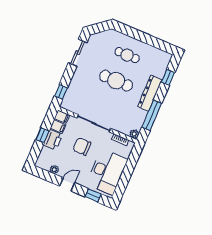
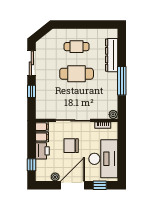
window: (168, 77) -> (122, 51), removed
window: (61, 92) -> (31, 91), moved
dresser: (150, 93) -> (112, 55), moved
window: (152, 115) -> (122, 81), moved
window: (42, 135) -> (31, 165), moved
door: (67, 184) -> (72, 185), width x1.88

